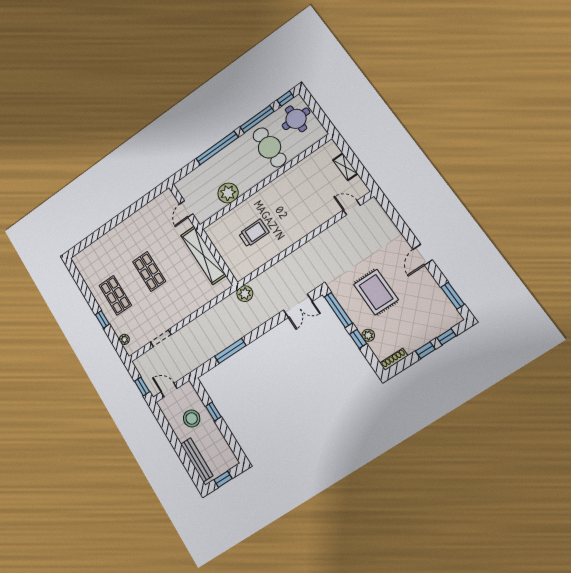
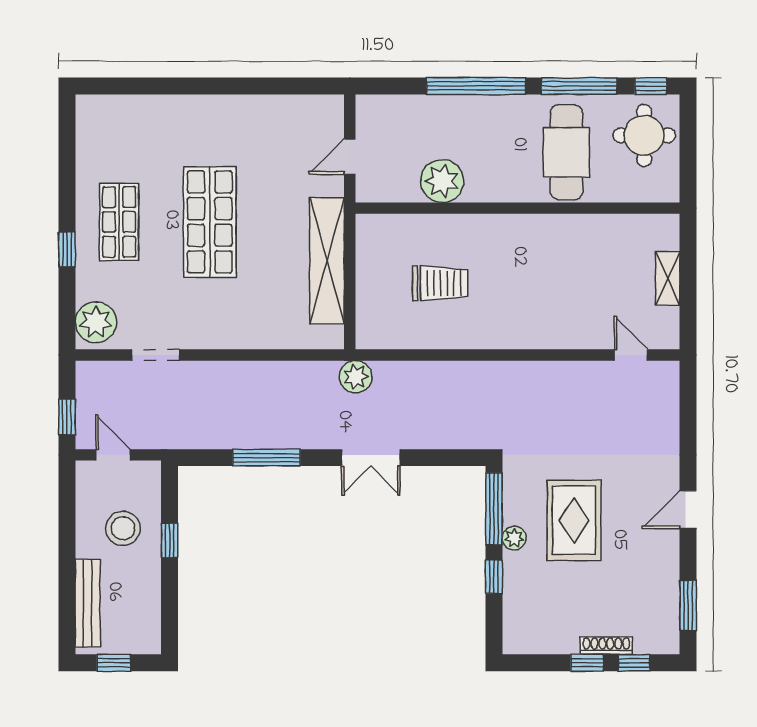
shop shelf: (149, 272) -> (210, 222), width x1.43, depth x1.36
double door: (298, 306) -> (371, 458), moved
plant: (368, 335) -> (514, 538), moved
plant: (124, 339) -> (96, 322), width x1.88, depth x1.88
shoe rack: (394, 359) -> (606, 646), moved

